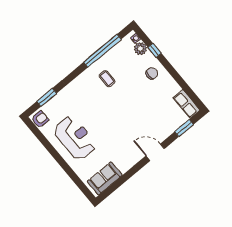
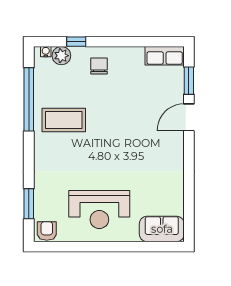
coffee table: (107, 79) -> (64, 120), width x1.86, depth x1.72
reception desk: (75, 138) -> (99, 210), turned 180
door: (155, 152) -> (189, 117), moved
sofa: (105, 178) -> (162, 229), moved, turned 90

